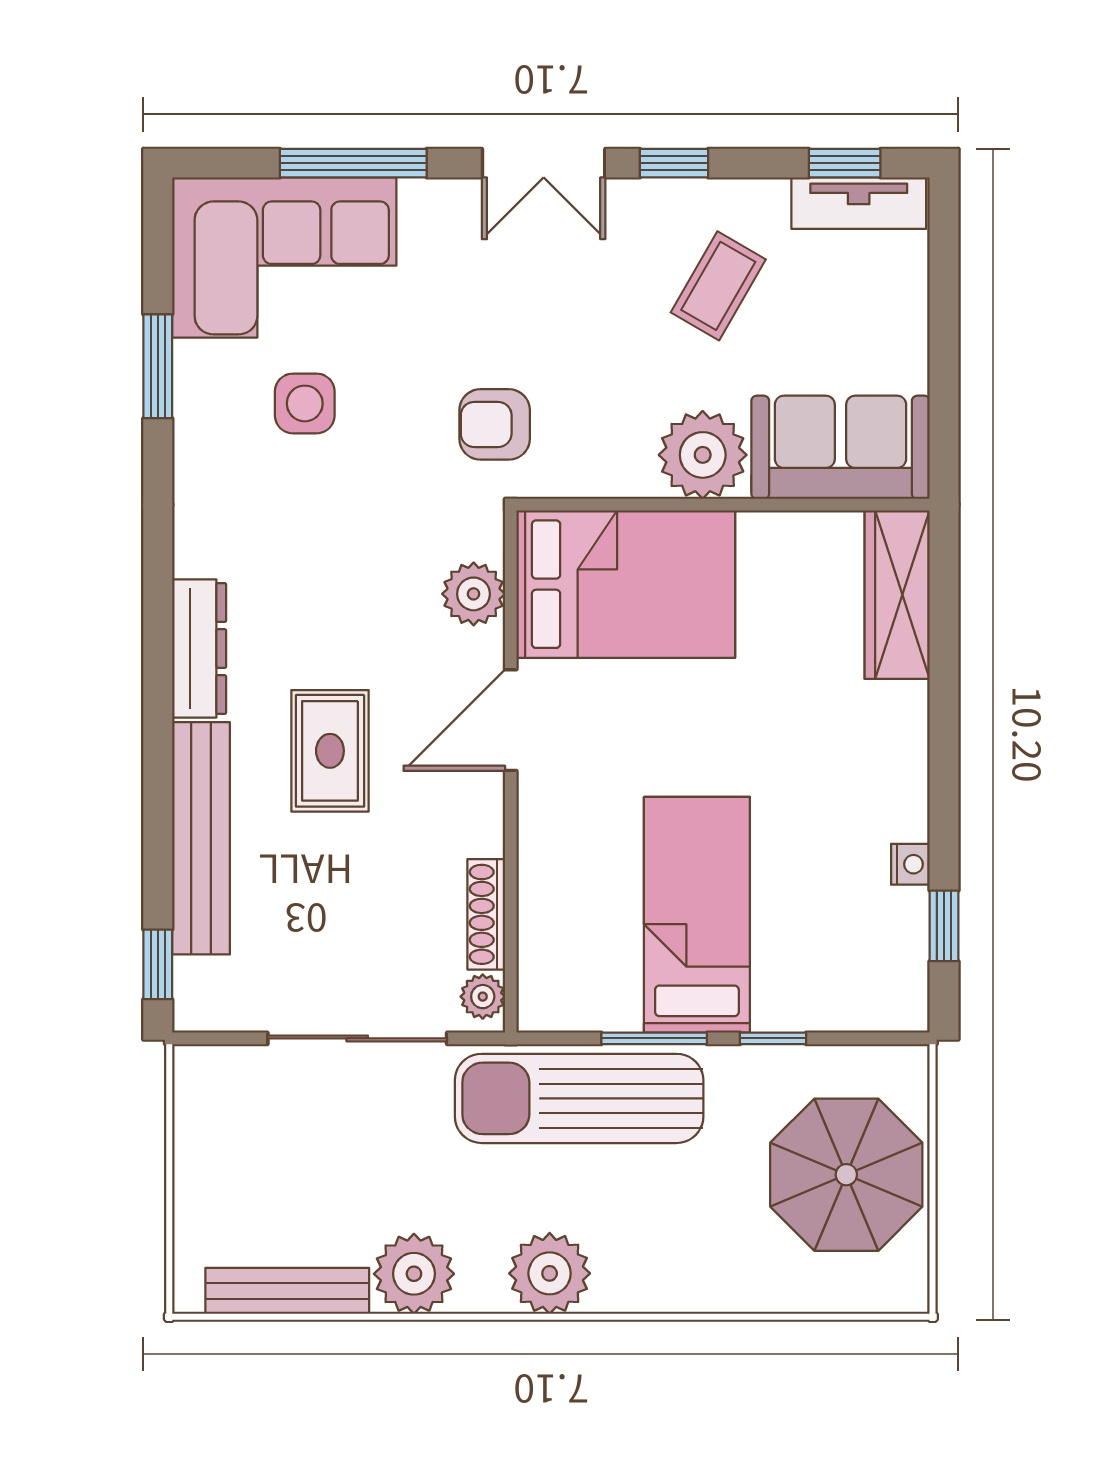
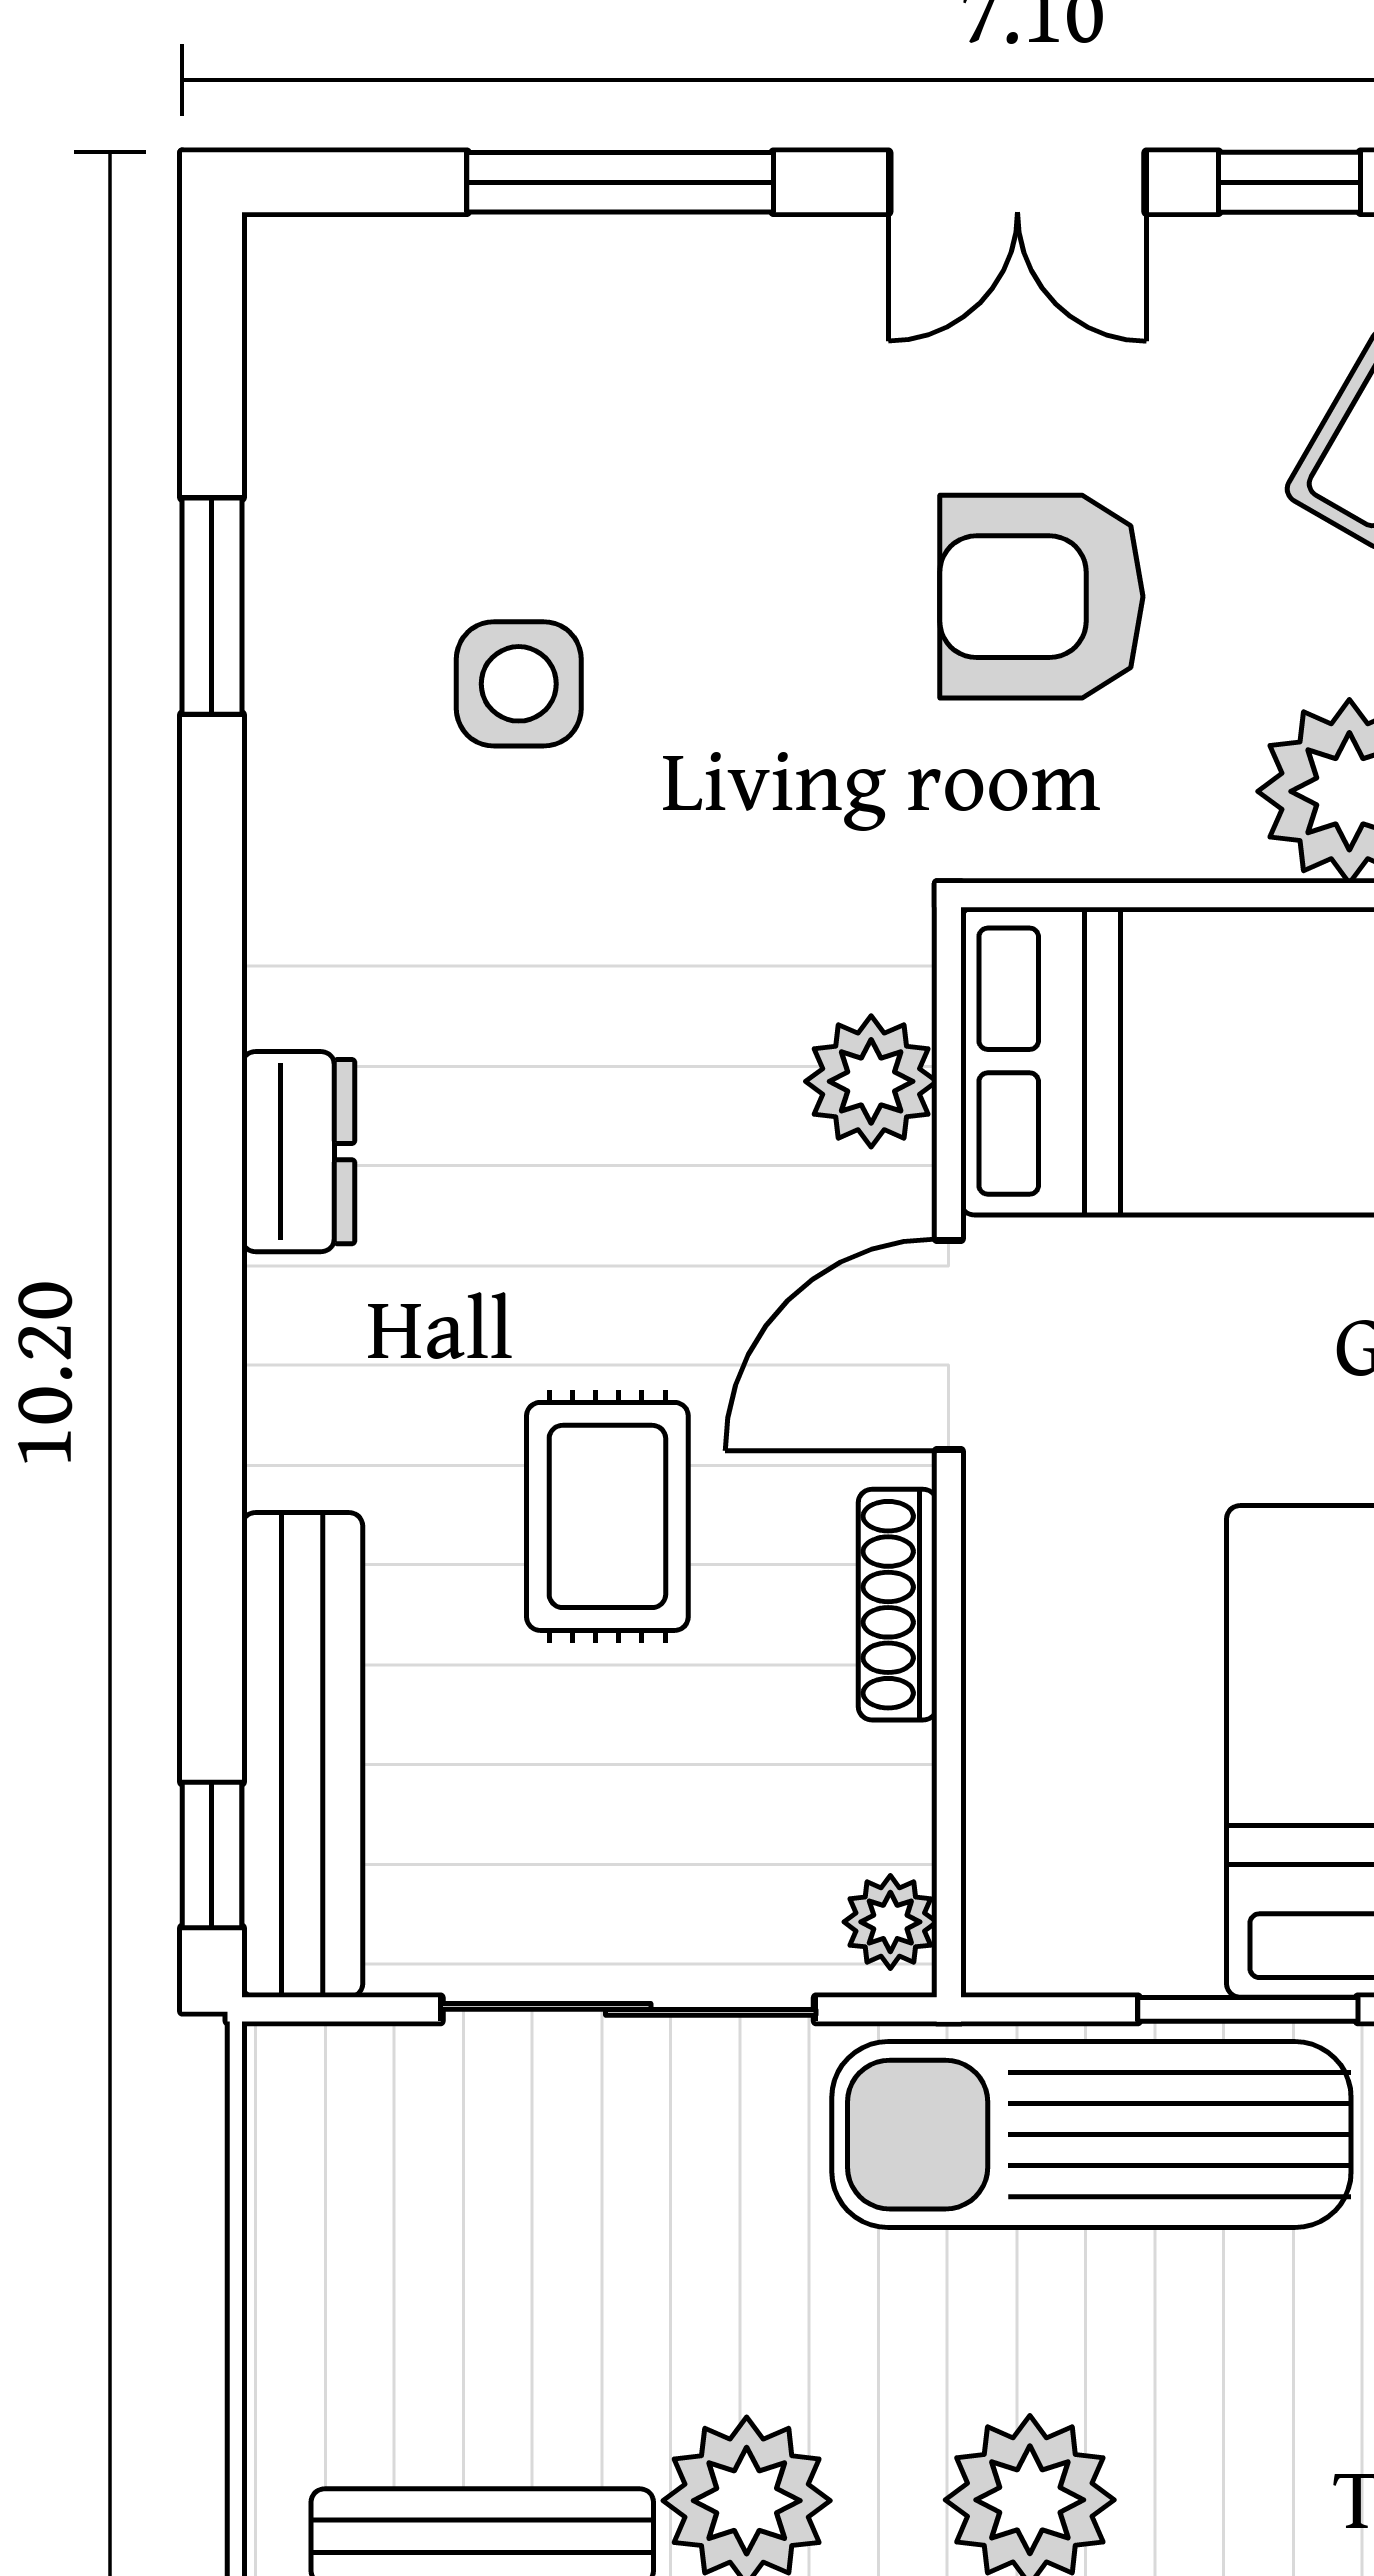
corner sofa: (284, 258) -> (476, 379), removed
armchair: (495, 424) -> (1041, 597), moved, width x1.38, depth x1.38
dresser: (199, 649) -> (298, 1152), width x0.70
rug: (330, 751) -> (607, 1516), moved
bench: (201, 838) -> (302, 1755), moved
shoe rack: (486, 914) -> (898, 1605), moved

